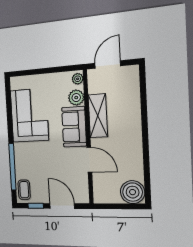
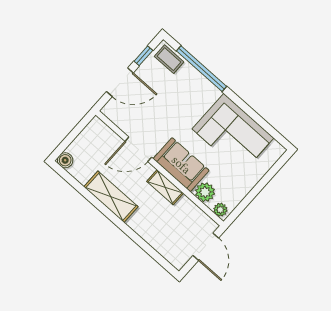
shelving: (98, 116) -> (165, 187), width x0.67, depth x0.75
shelving: (133, 149) -> (111, 197), added
boiler: (133, 192) -> (65, 160), width x0.54, depth x0.54

